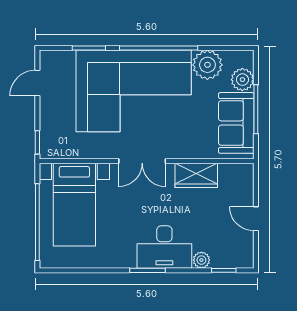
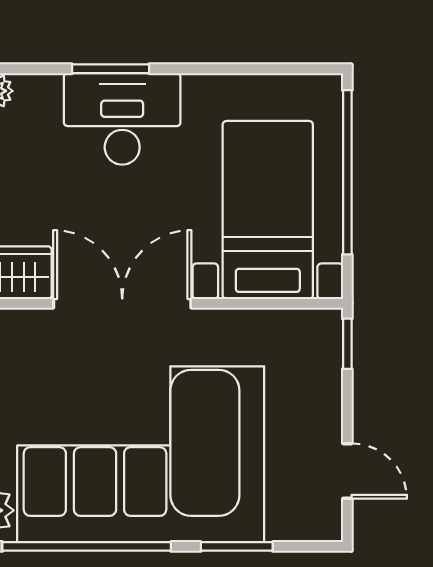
door: (37, 83) -> (347, 471), hinge flipped
double door: (142, 161) -> (122, 303), width x1.37
desk: (164, 247) -> (122, 119), moved

